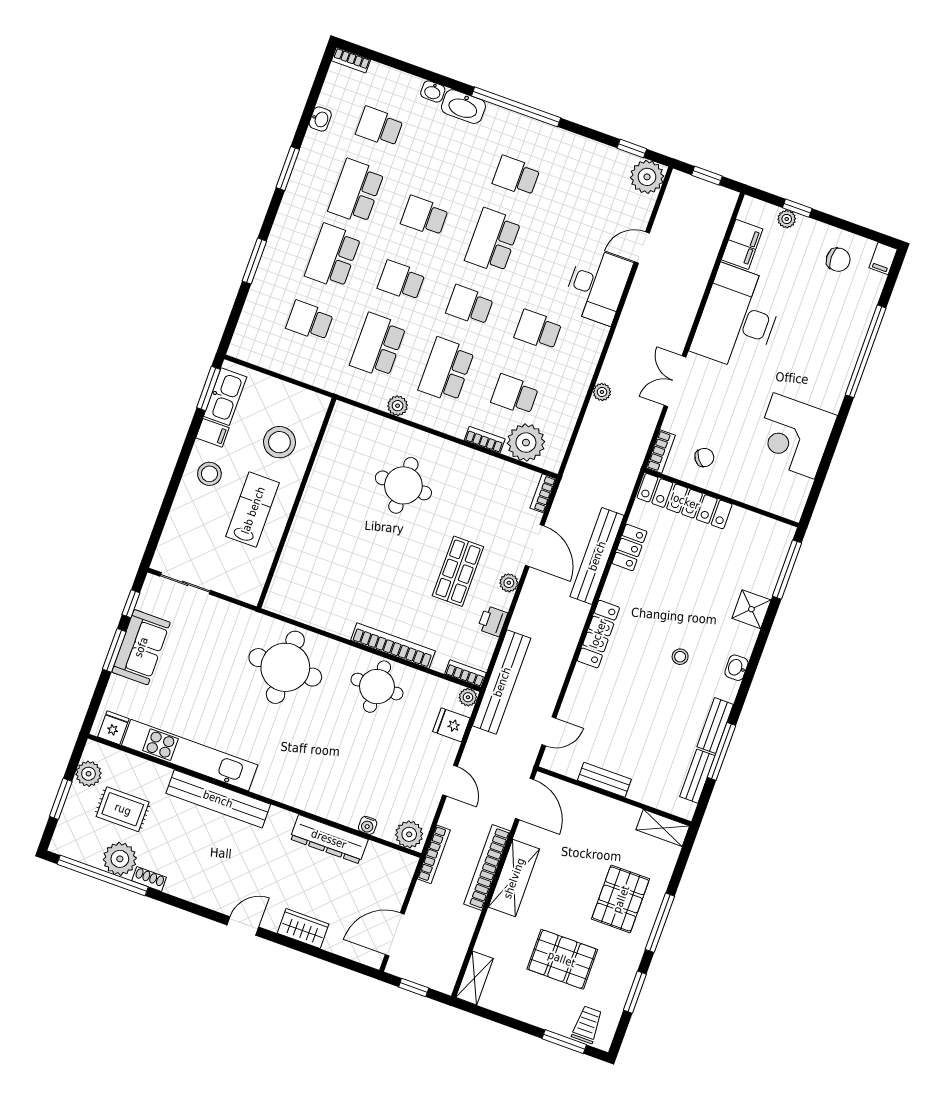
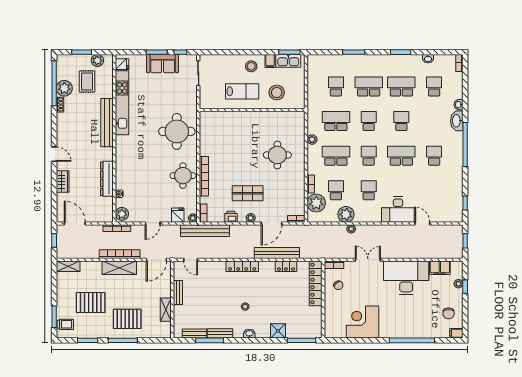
plant: (647, 177) -> (346, 214), moved
shelving: (663, 828) -> (166, 310), moved
pallet: (562, 959) -> (91, 303), turned 90

